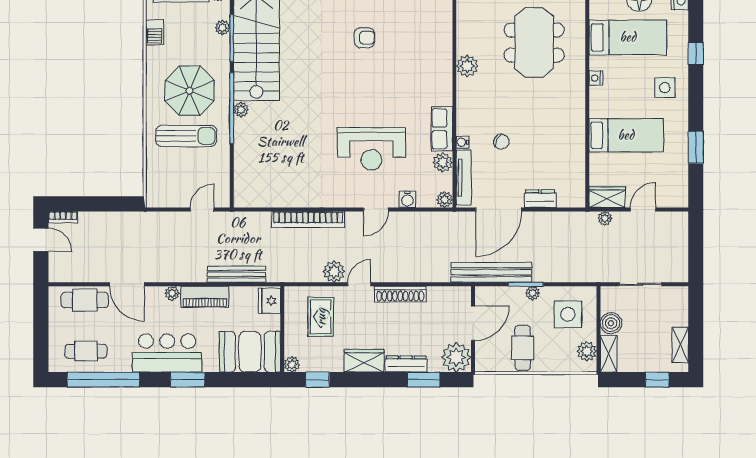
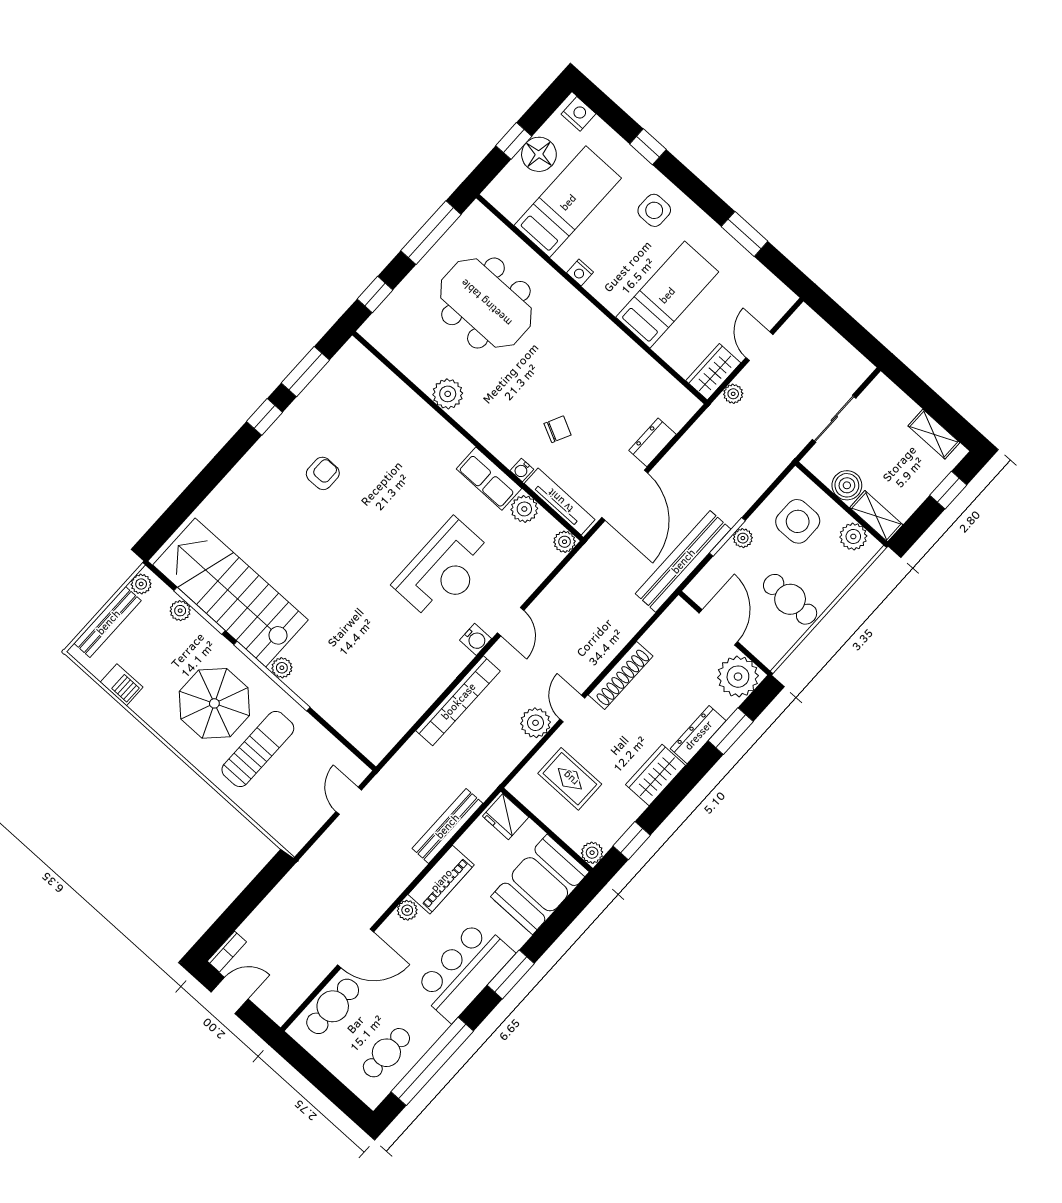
water cooler: (407, 199) -> (476, 639), moved

